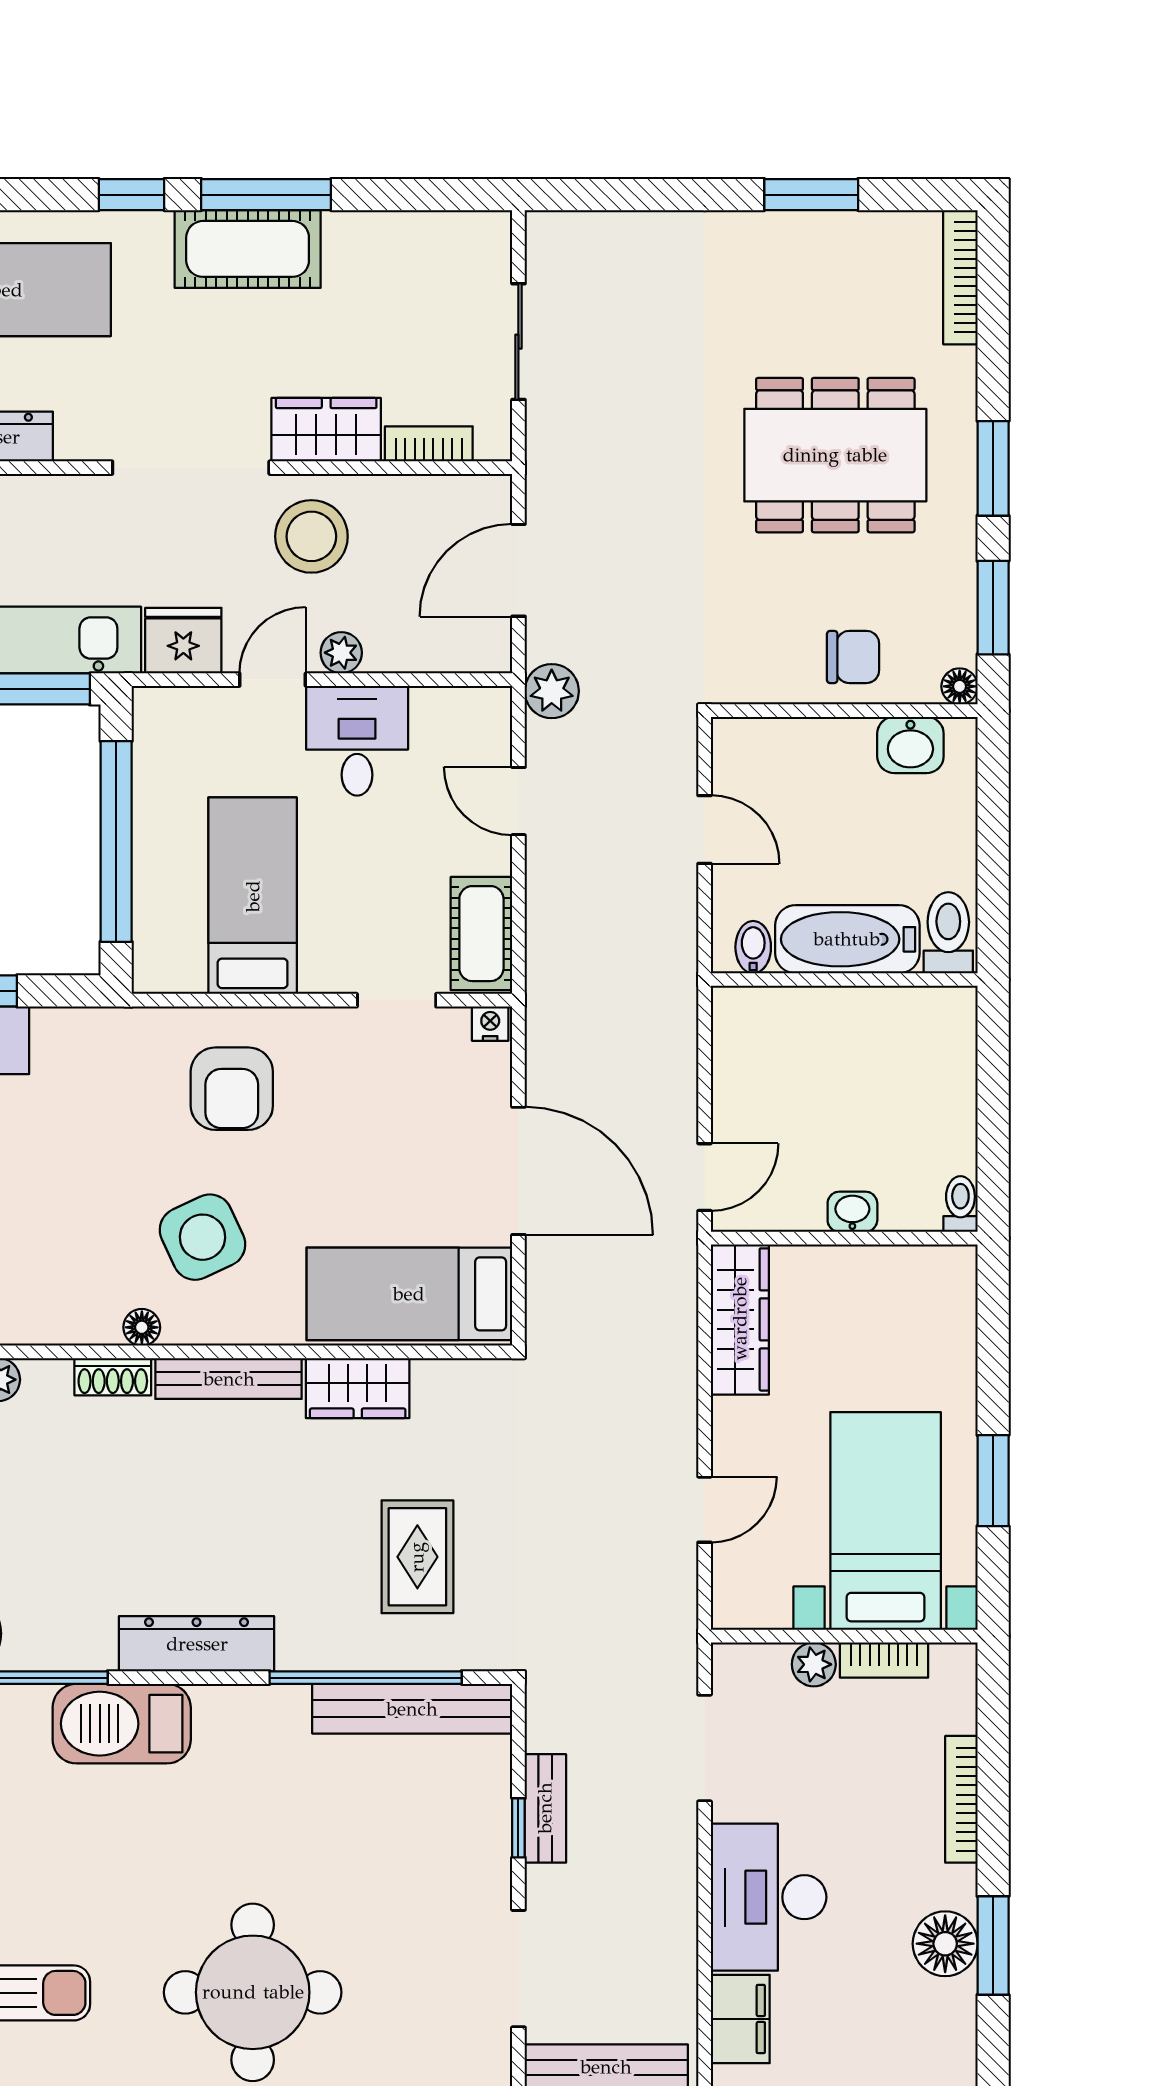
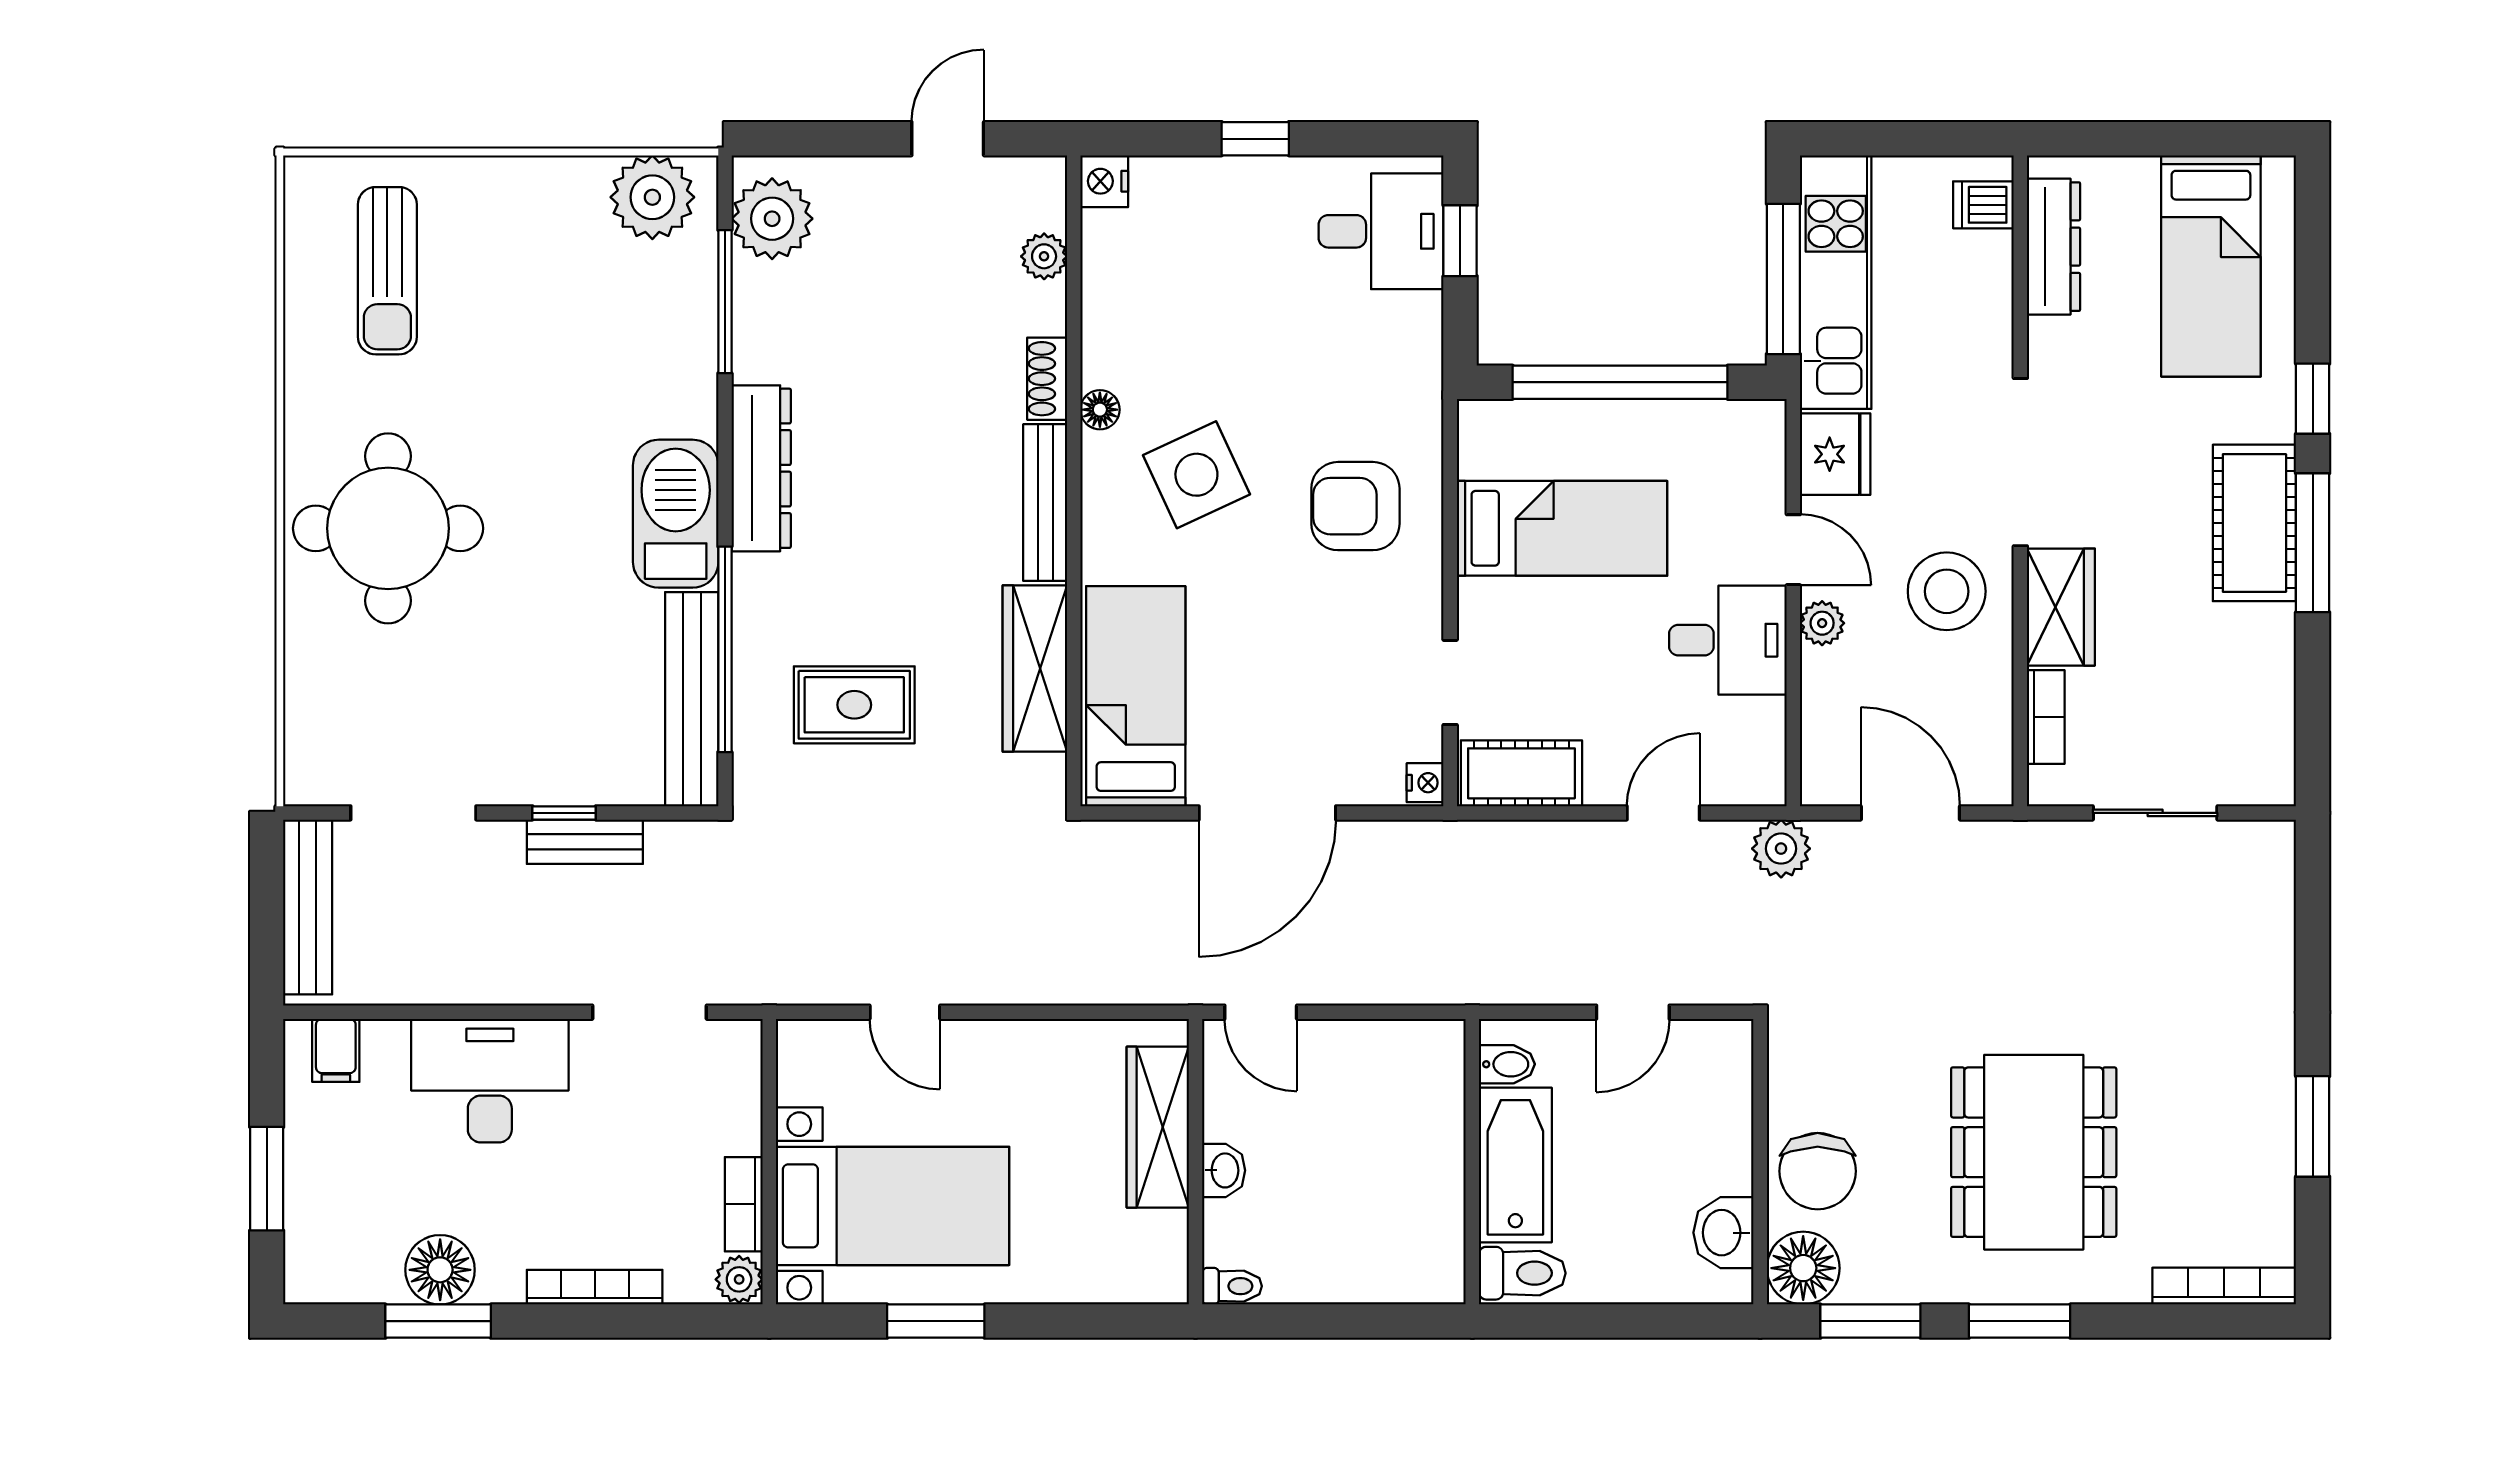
chair: (853, 657) -> (1818, 1171), width x1.37, depth x1.37
floor lamp: (960, 686) -> (1803, 1268), width x1.89, depth x1.89
wardrobe: (740, 1319) -> (1158, 1127), moved, turned 90
wardrobe: (358, 1388) -> (1035, 669), width x1.50
plant: (814, 1664) -> (739, 1279), moved
barbecue: (122, 1724) -> (676, 514), moved
filing cabinet: (740, 2019) -> (336, 1050), width x0.50

